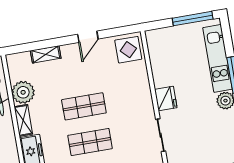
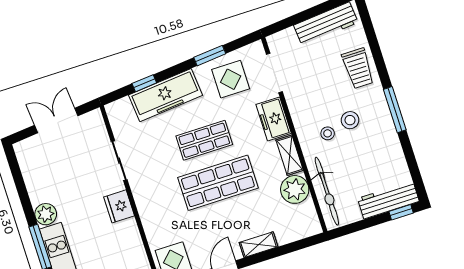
shelving: (46, 54) -> (259, 245), moved
shop shelf: (84, 106) -> (218, 183), width x1.43, depth x1.36

